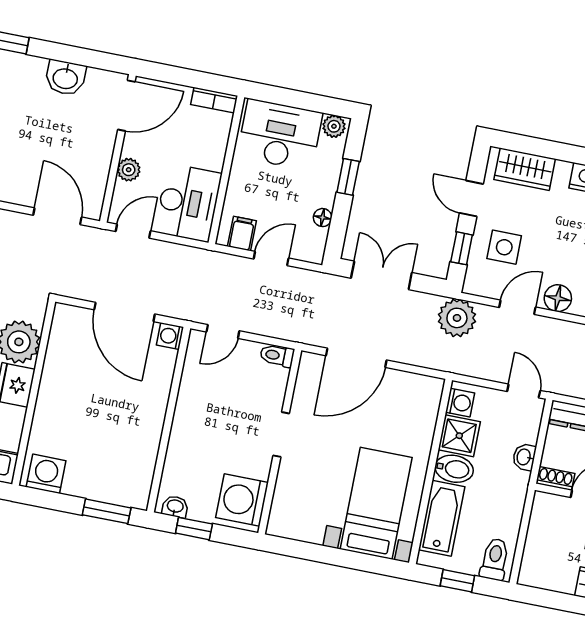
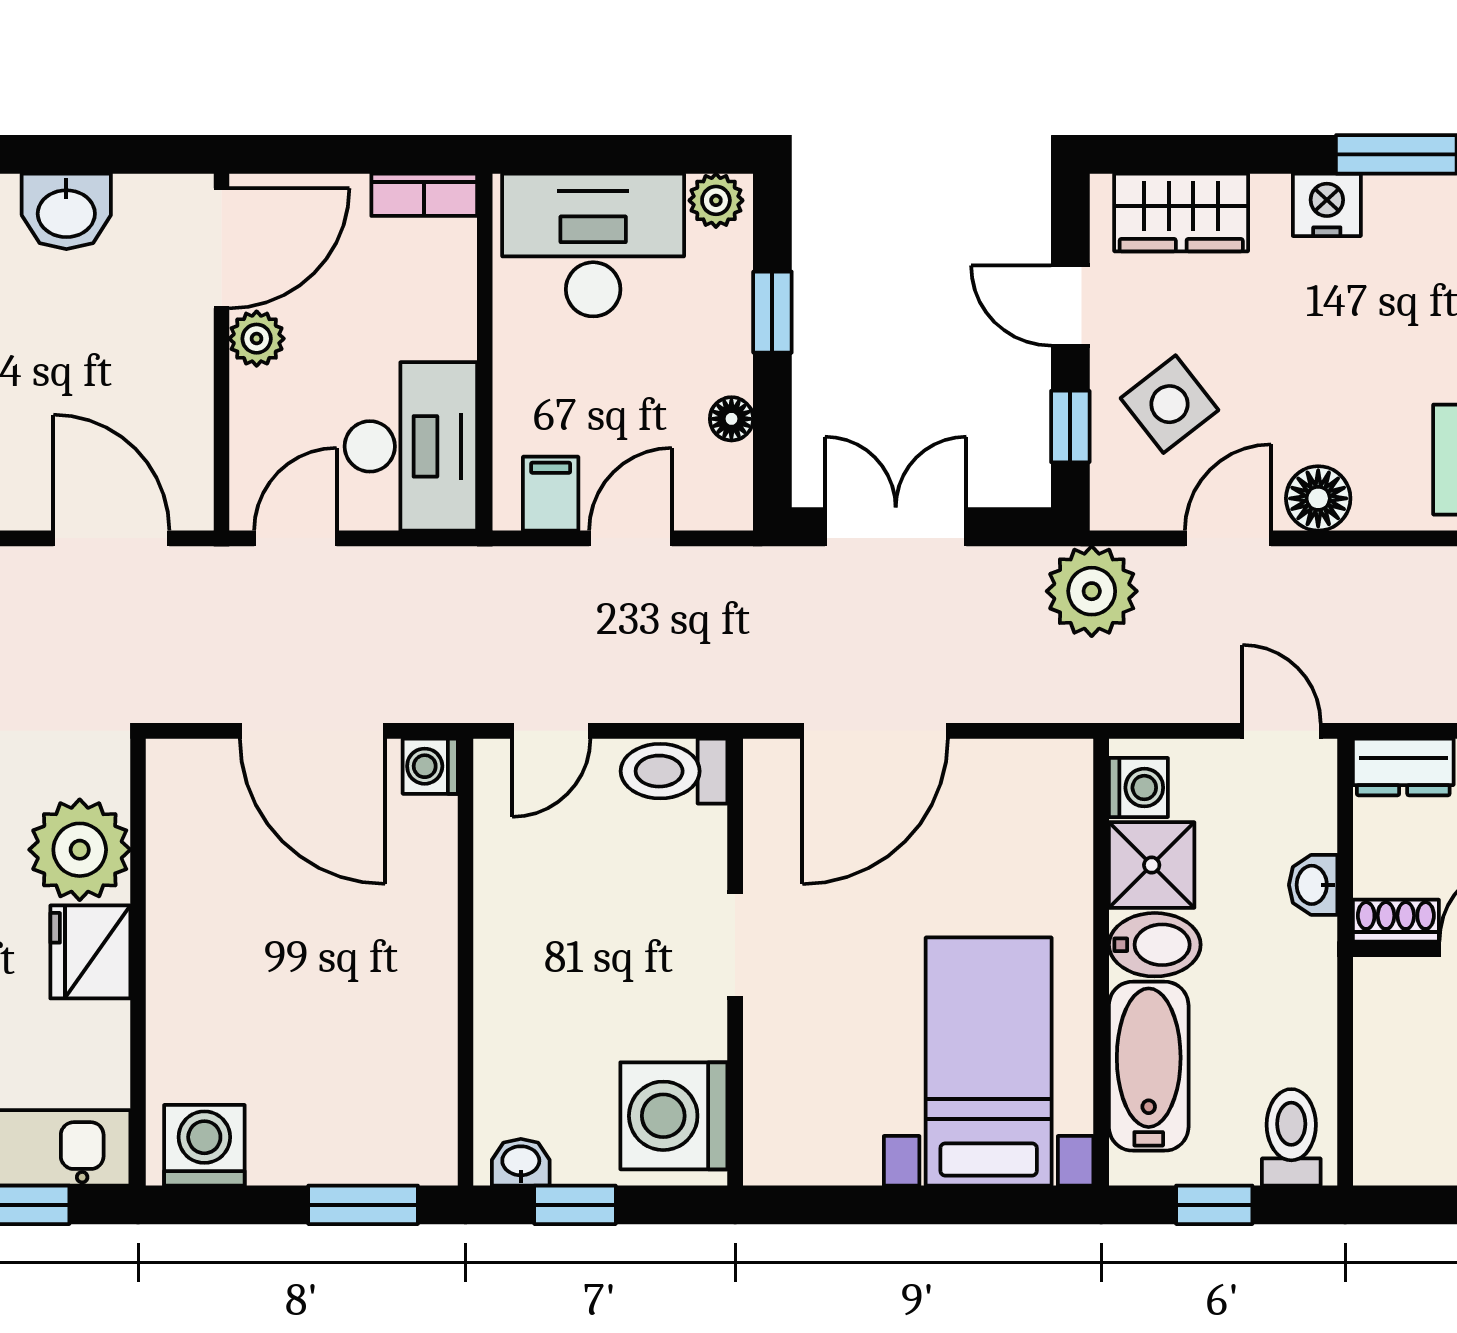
plant: (129, 170) -> (257, 339), moved
side table: (504, 247) -> (1170, 404), turned -38
toilet: (277, 356) -> (674, 771), width x1.37, depth x1.39

